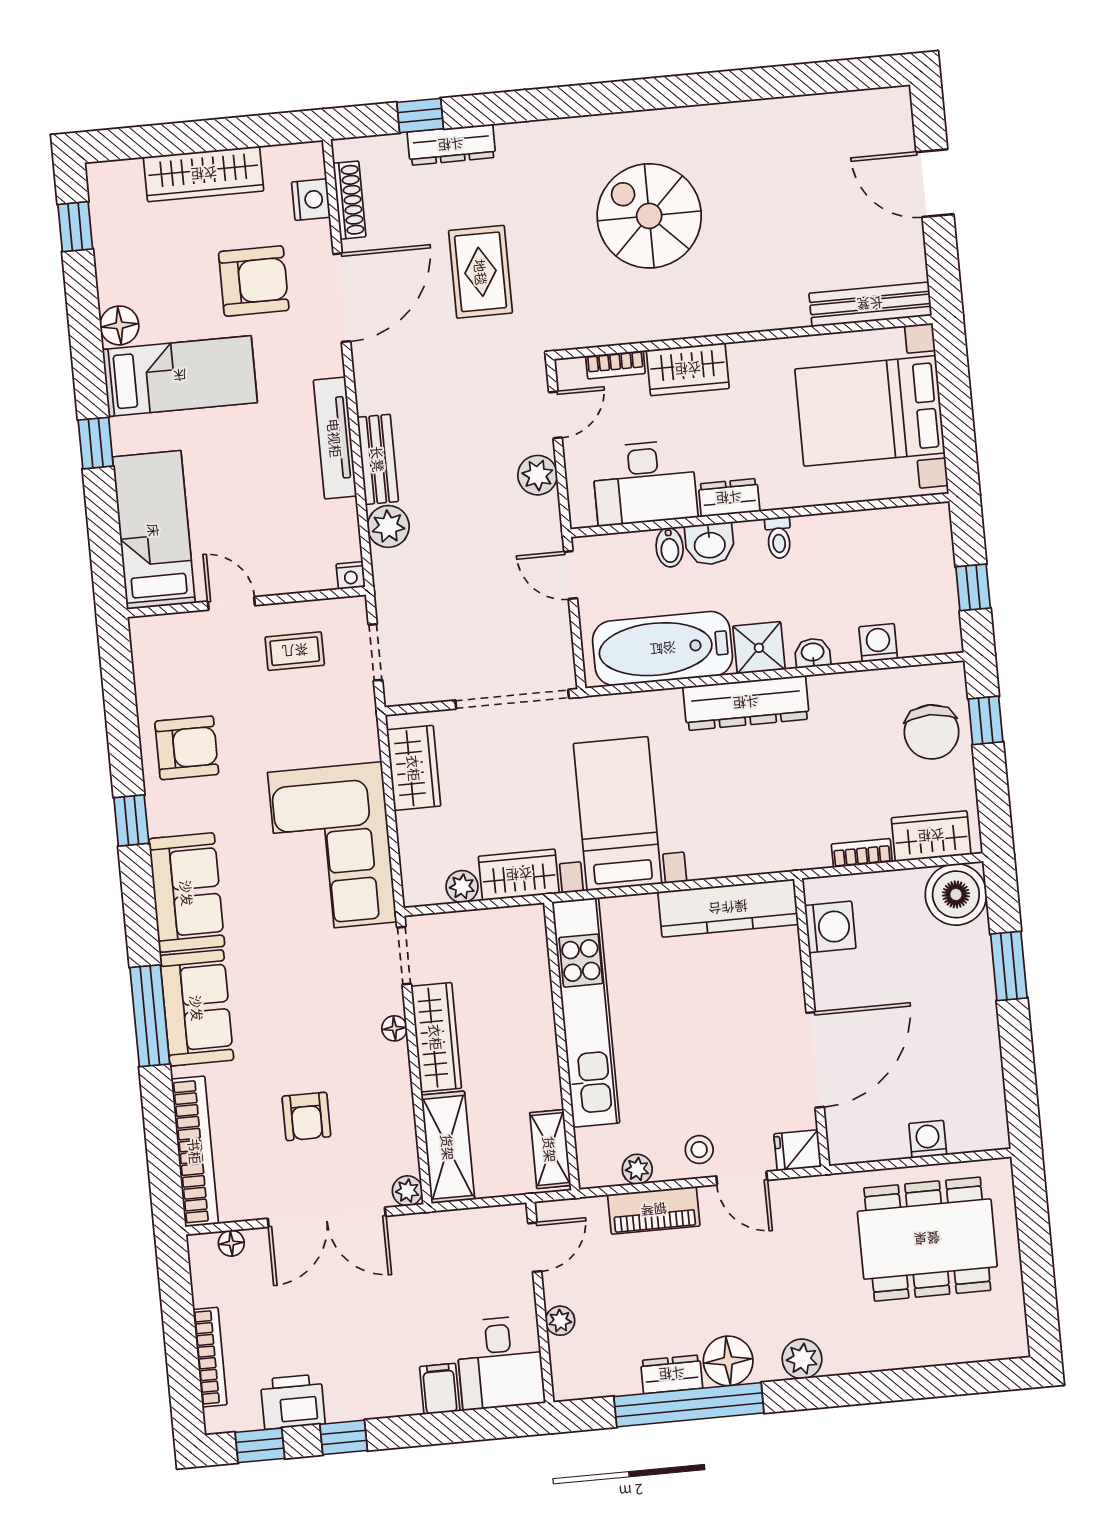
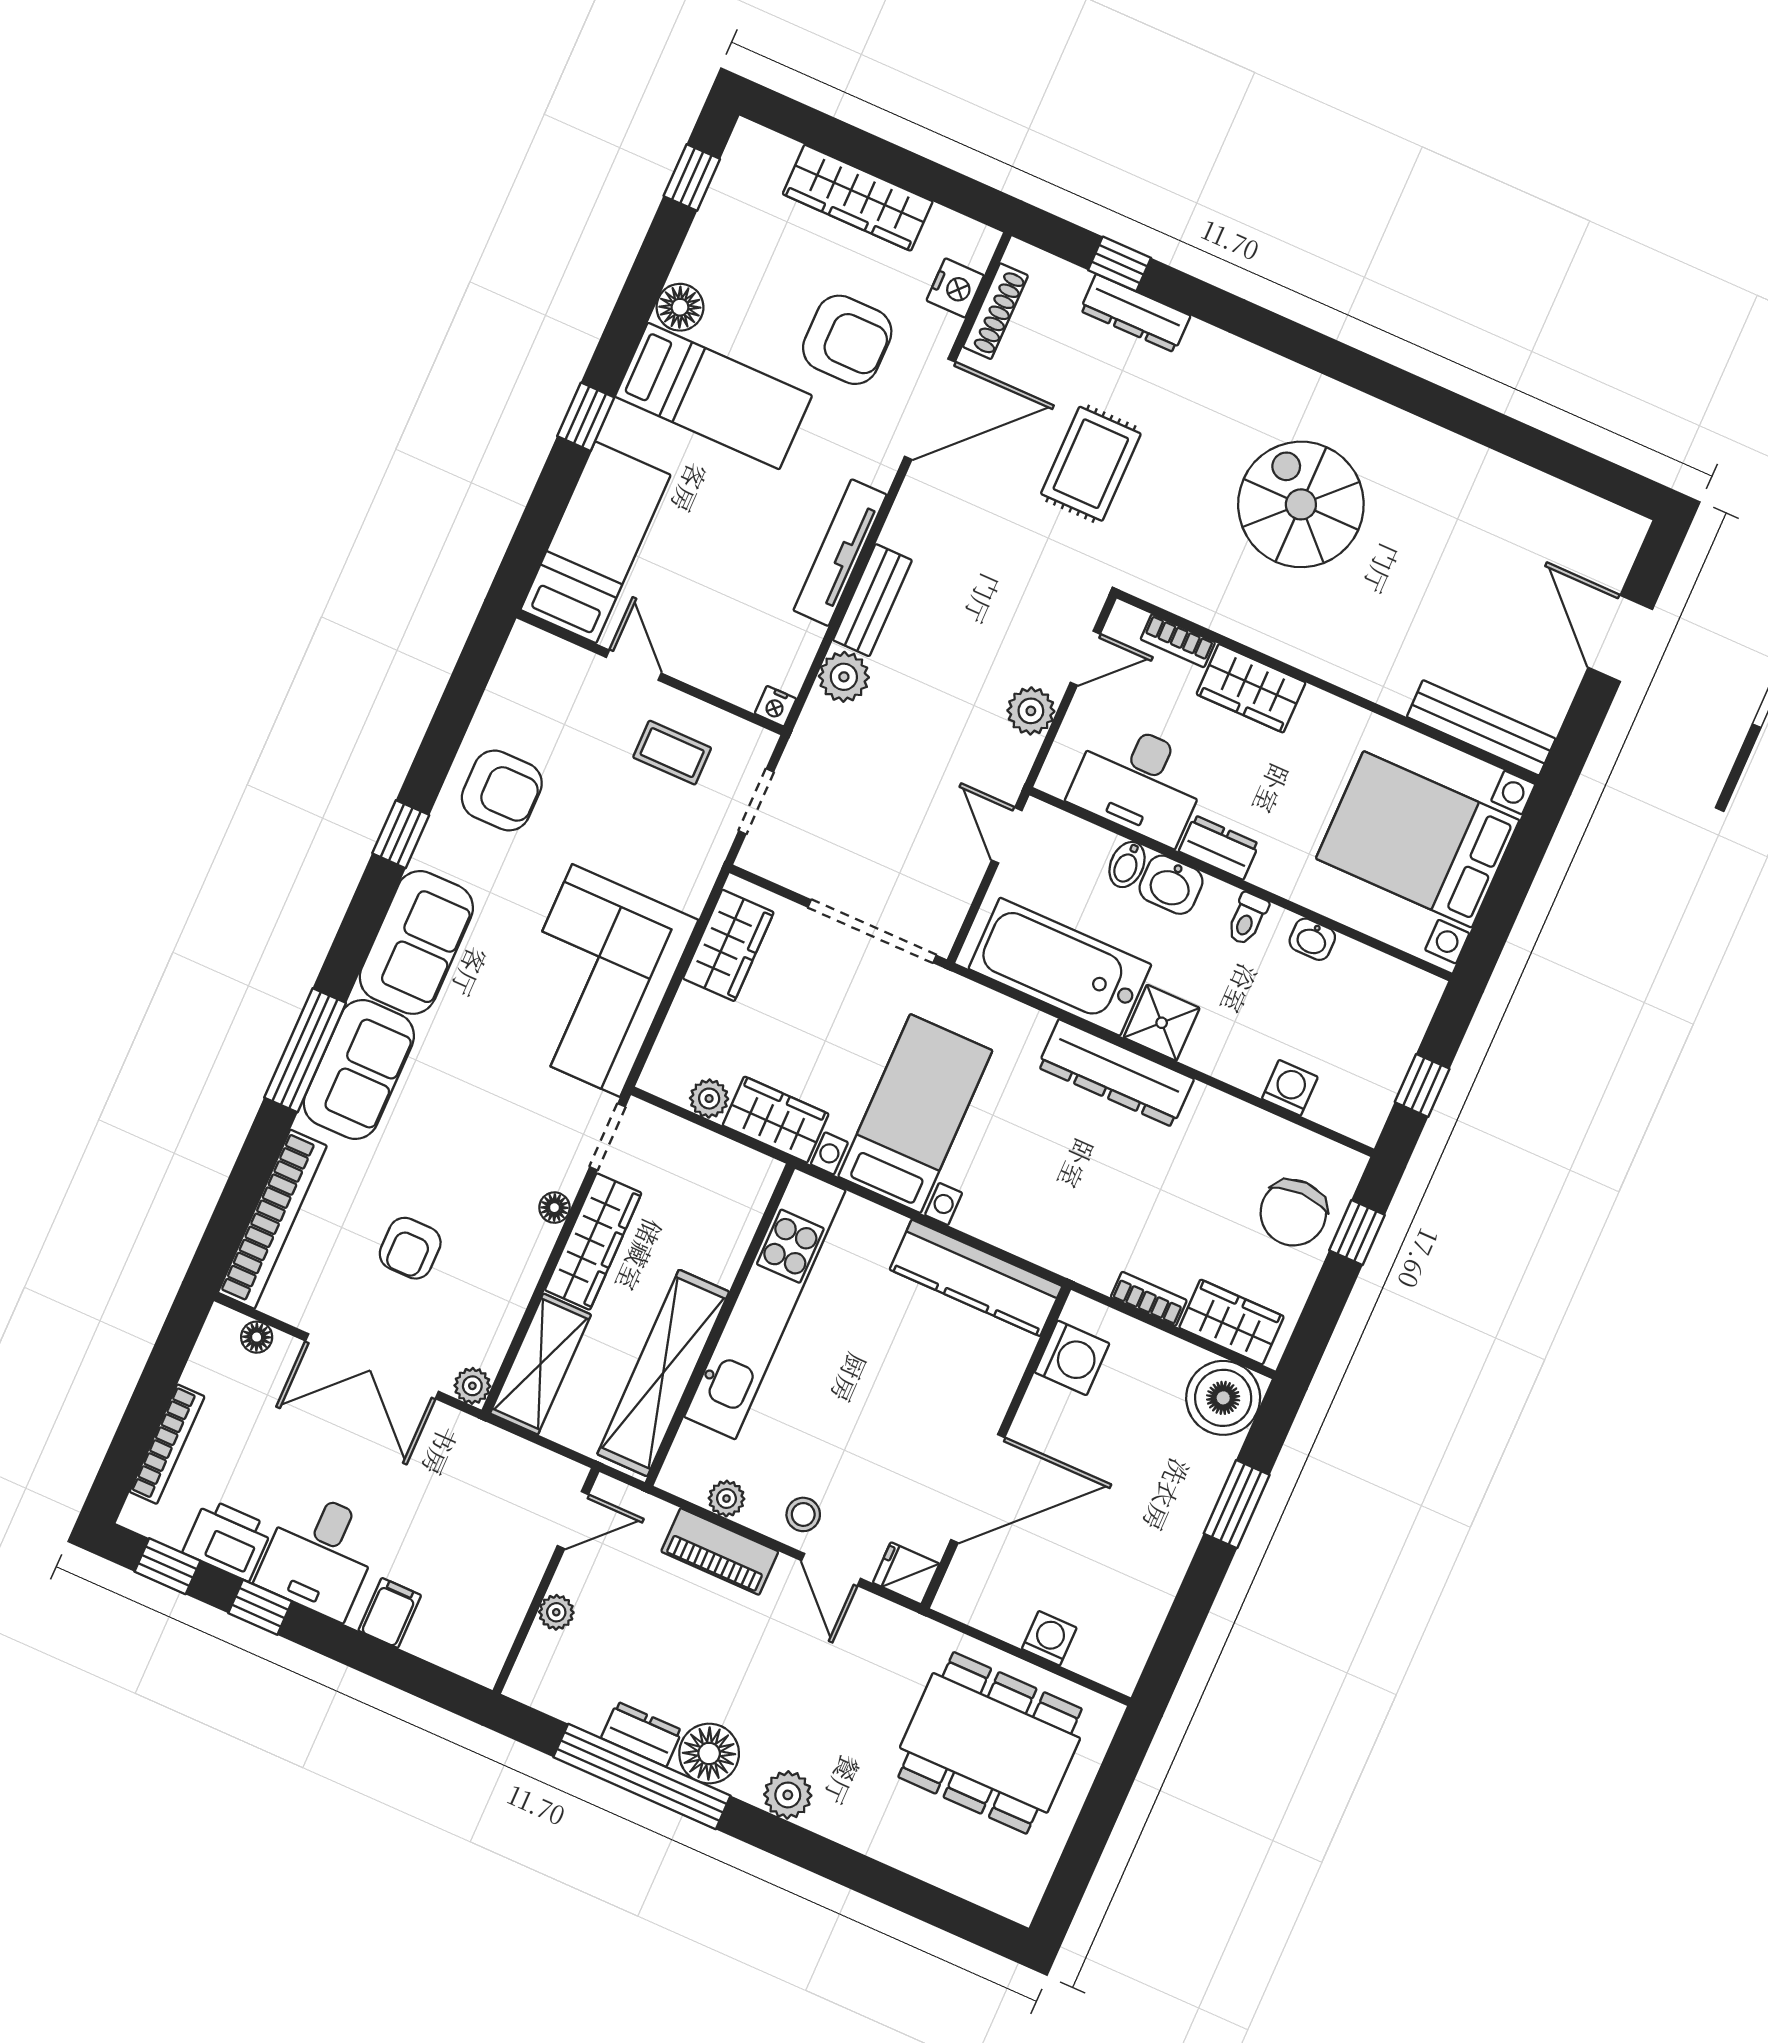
washbasin: (813, 653) -> (1312, 939), moved, turned 180
shelving: (550, 1149) -> (663, 1373), width x2.20, depth x1.33
desk: (500, 1363) -> (320, 1555), moved

